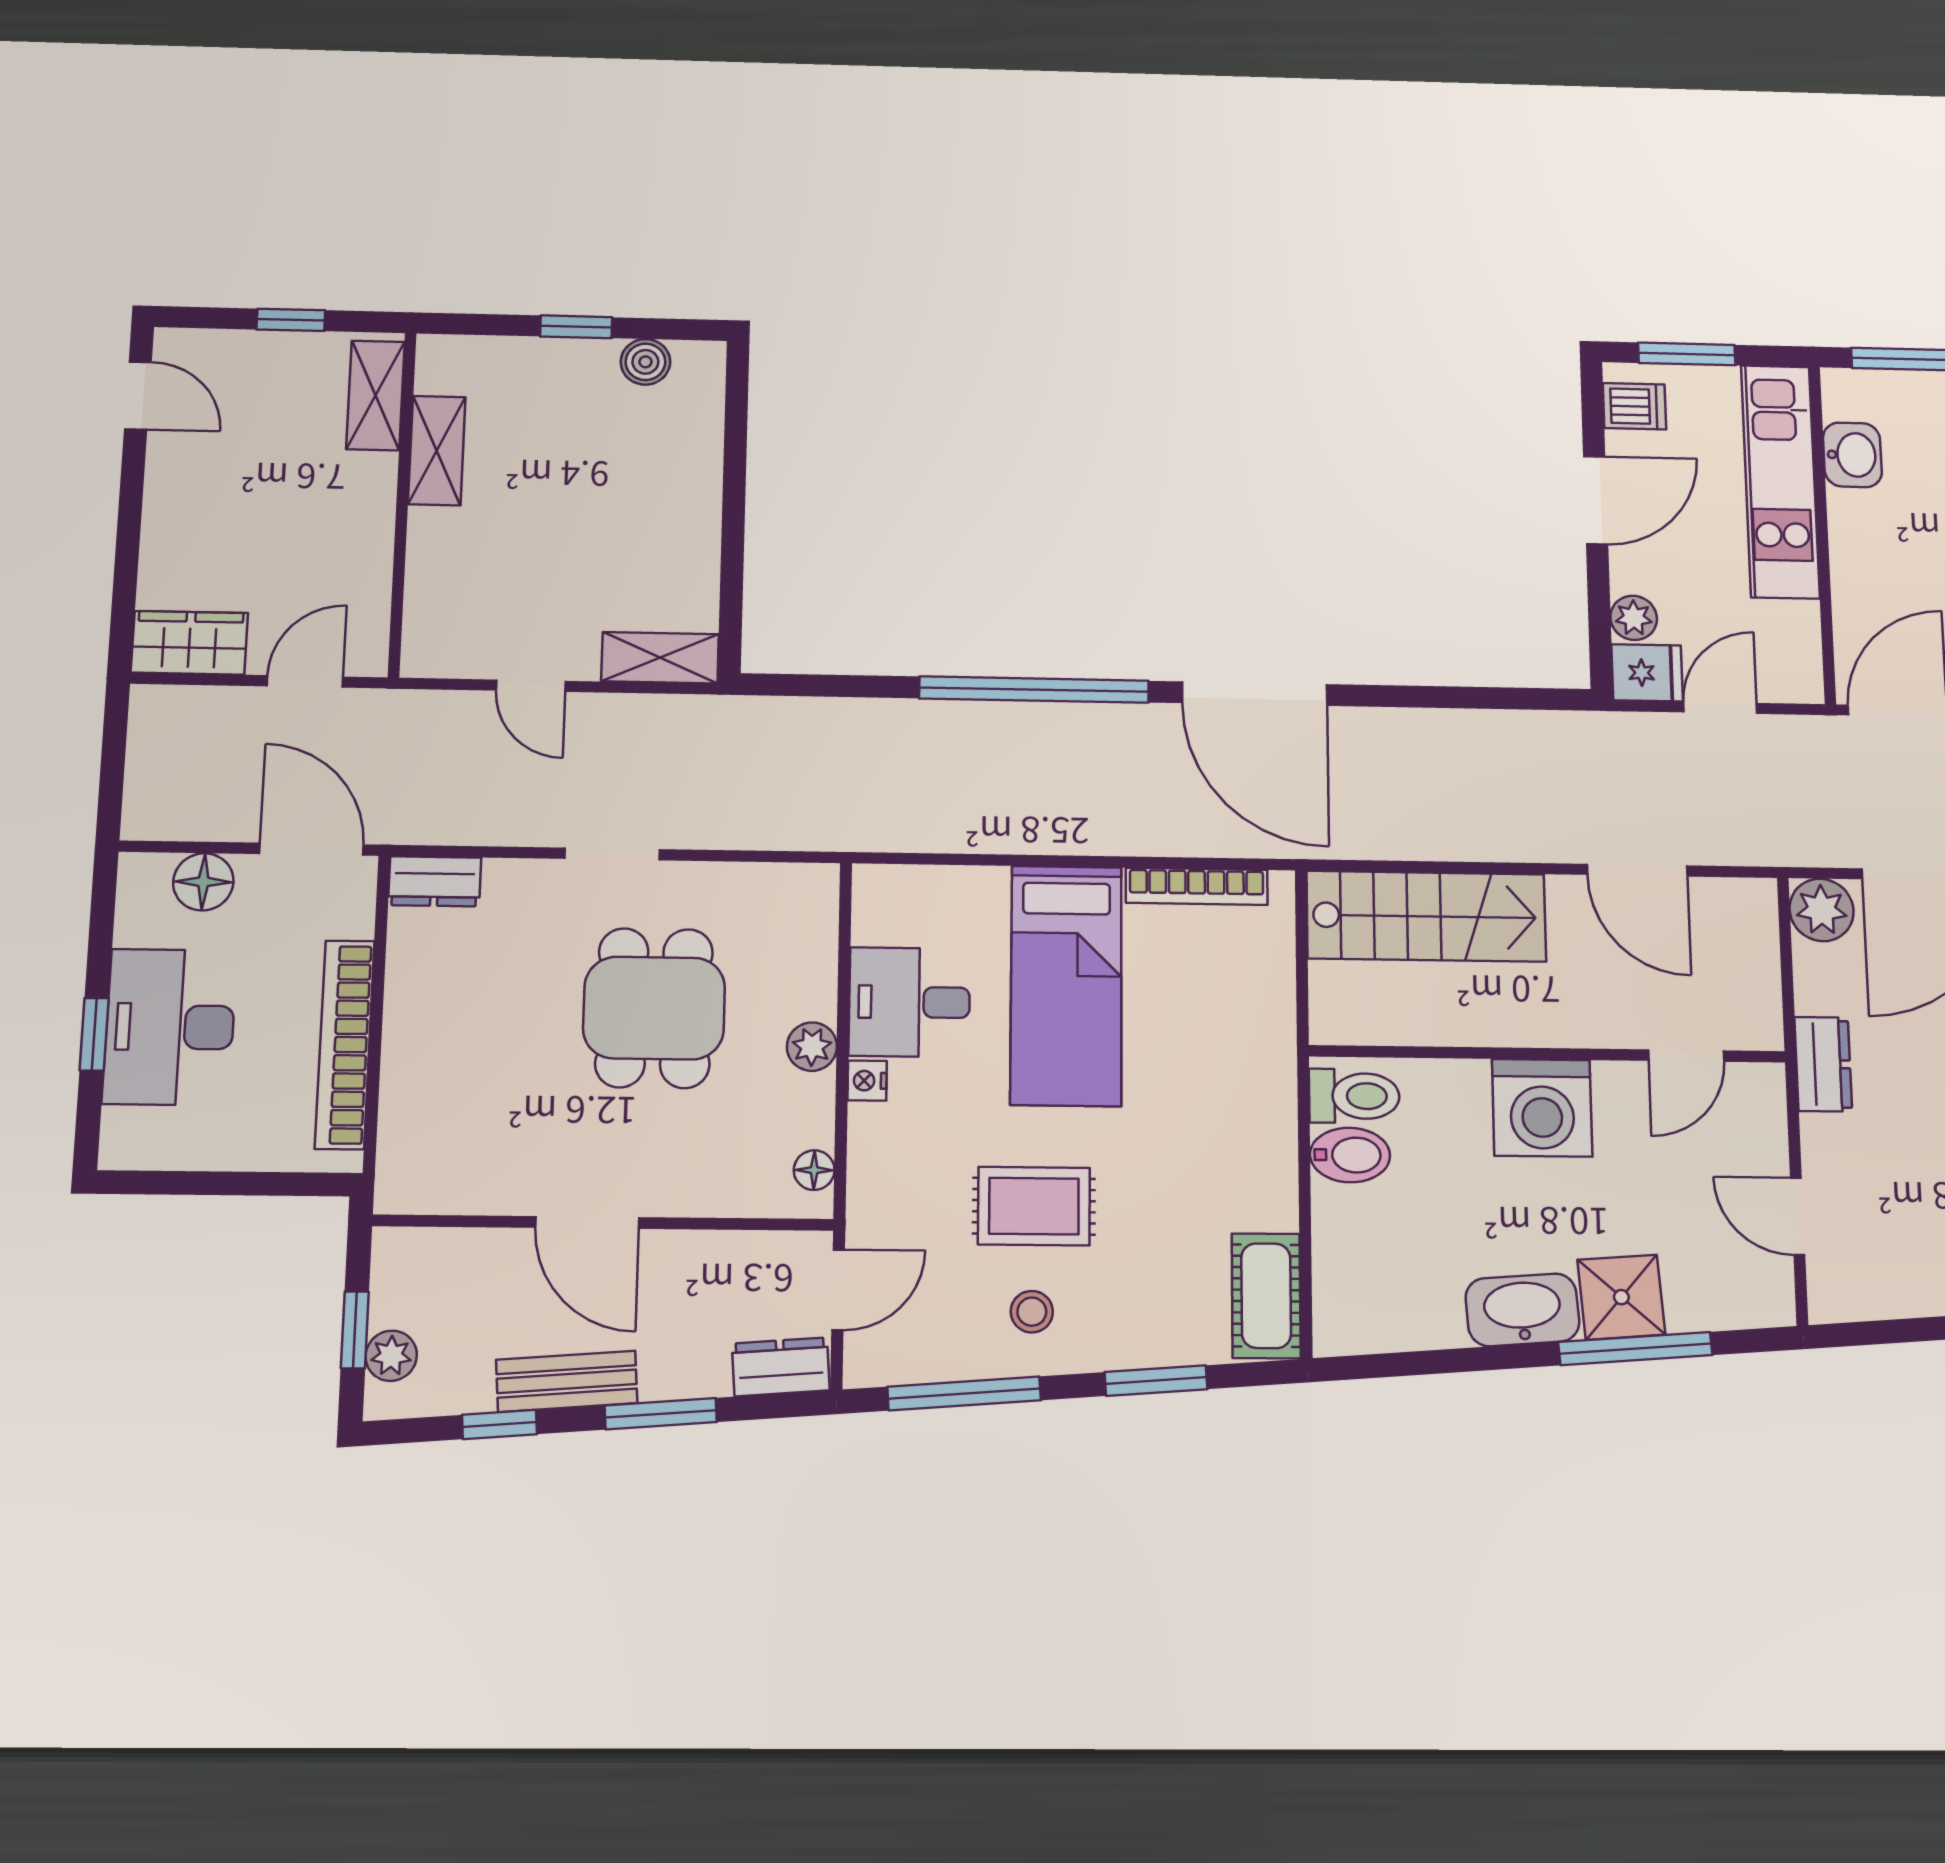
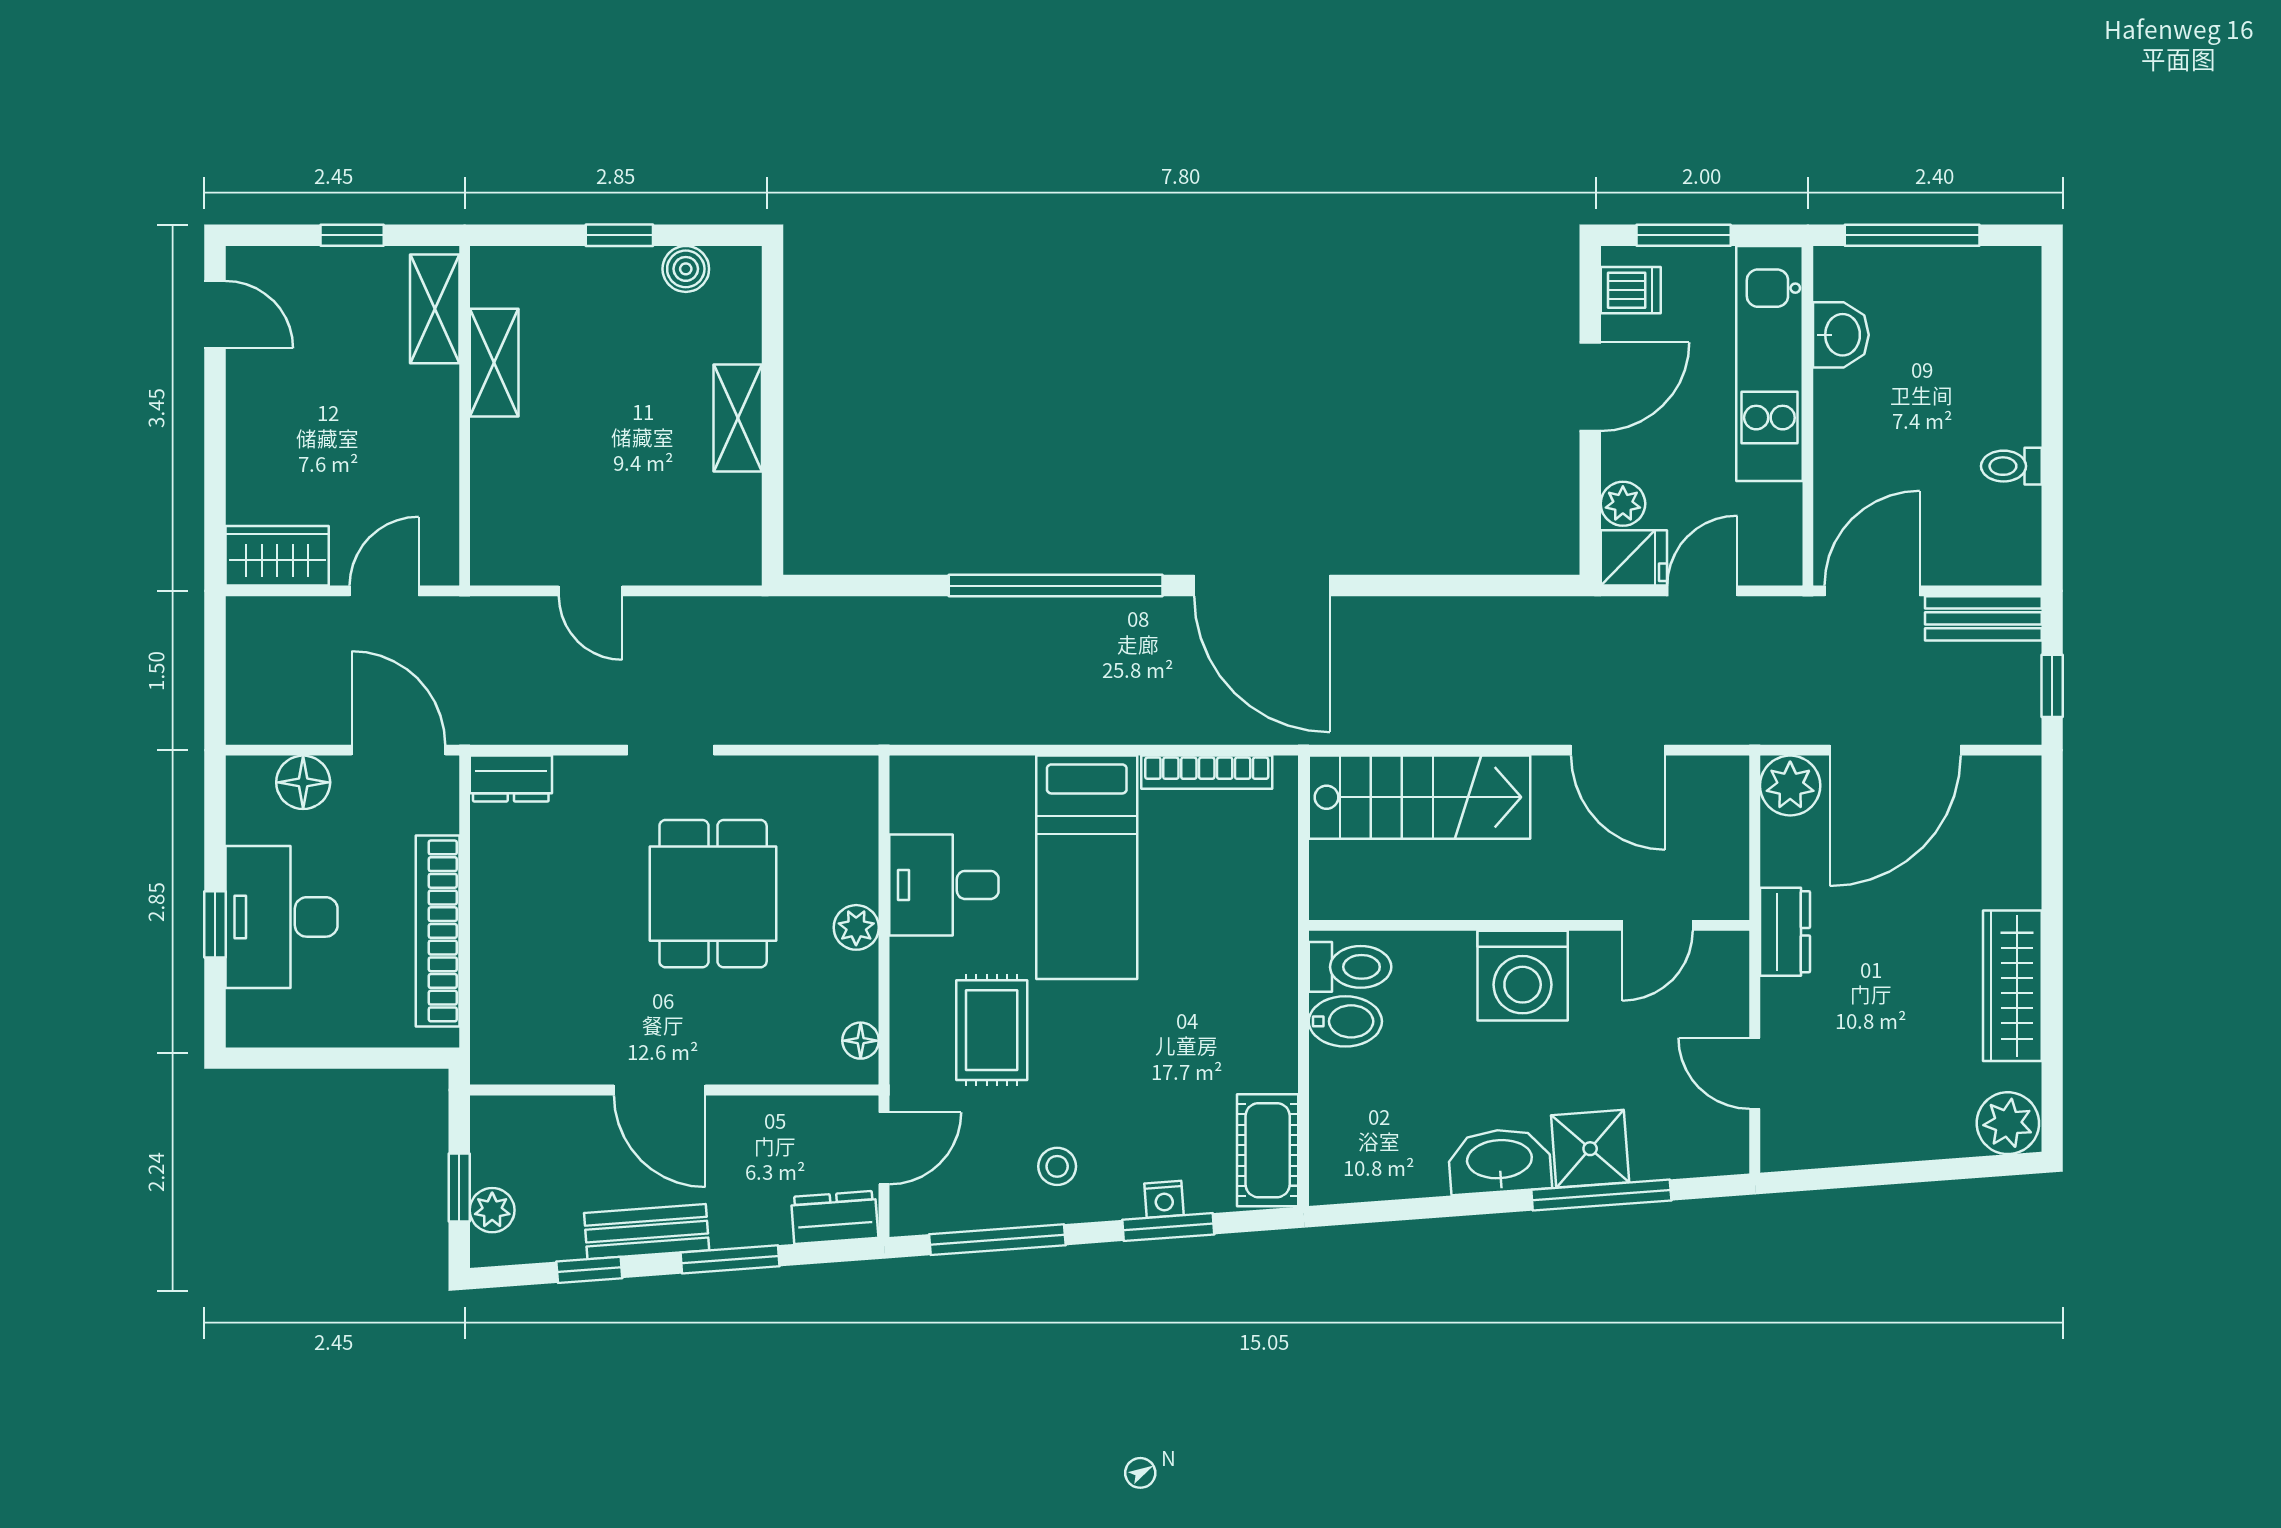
shelving: (660, 658) -> (738, 418), moved, turned 90
nightstand: (867, 1081) -> (1164, 1199), moved, turned -94
rug: (1034, 1206) -> (992, 1030), moved, turned 90

